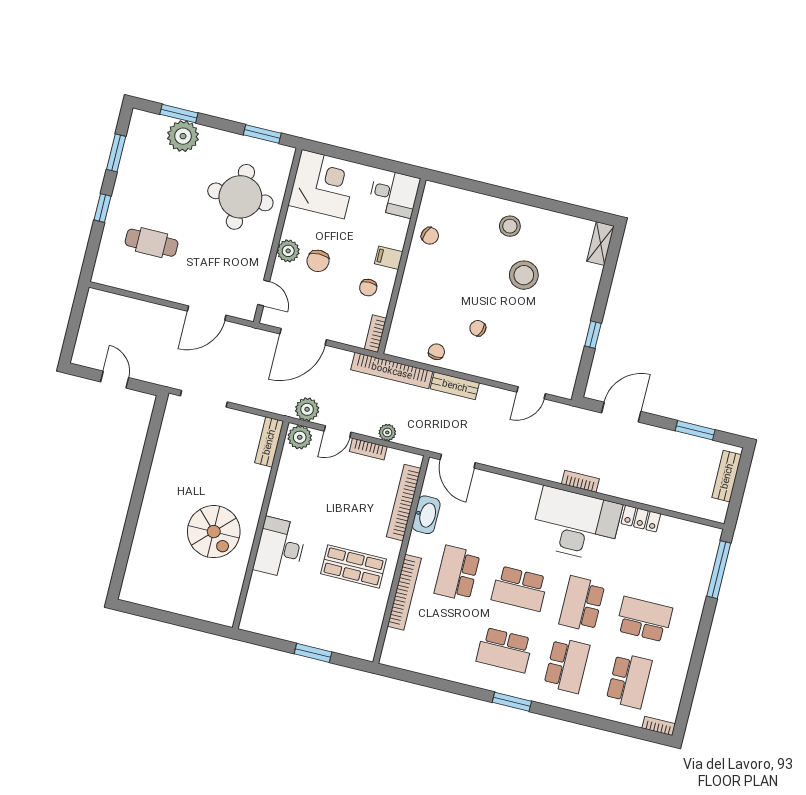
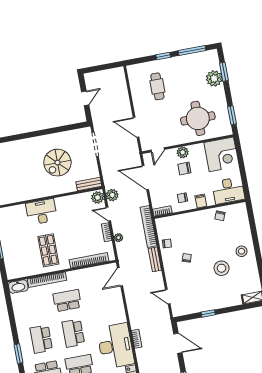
window: (116, 153) -> (192, 51), width x1.44
desk: (394, 193) -> (228, 191), width x1.37
washbasin: (426, 515) -> (18, 286), moved
spiral stairs: (214, 532) -> (57, 163), moved

